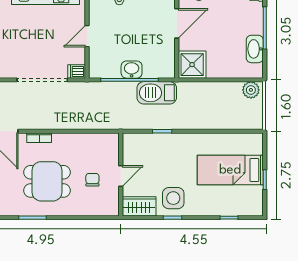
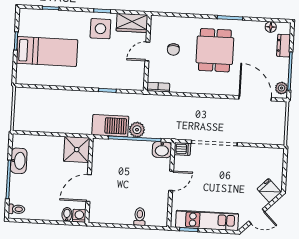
washbasin: (132, 70) -> (162, 150), moved
plant: (251, 90) -> (137, 130), moved
bookcase: (39, 138) -> (158, 87), moved
dining table: (47, 181) -> (215, 50), turned 90

